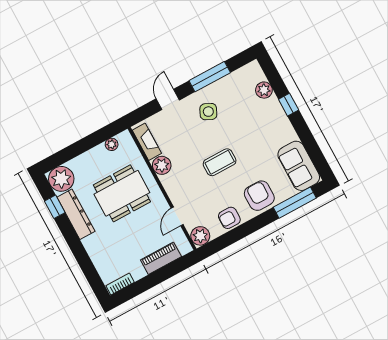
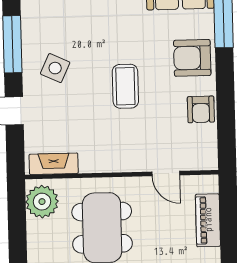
plant: (112, 144) -> (42, 202), width x1.87, depth x1.87
plant: (162, 165) -> (92, 160), removed
plant: (200, 236) -> (205, 157), removed

